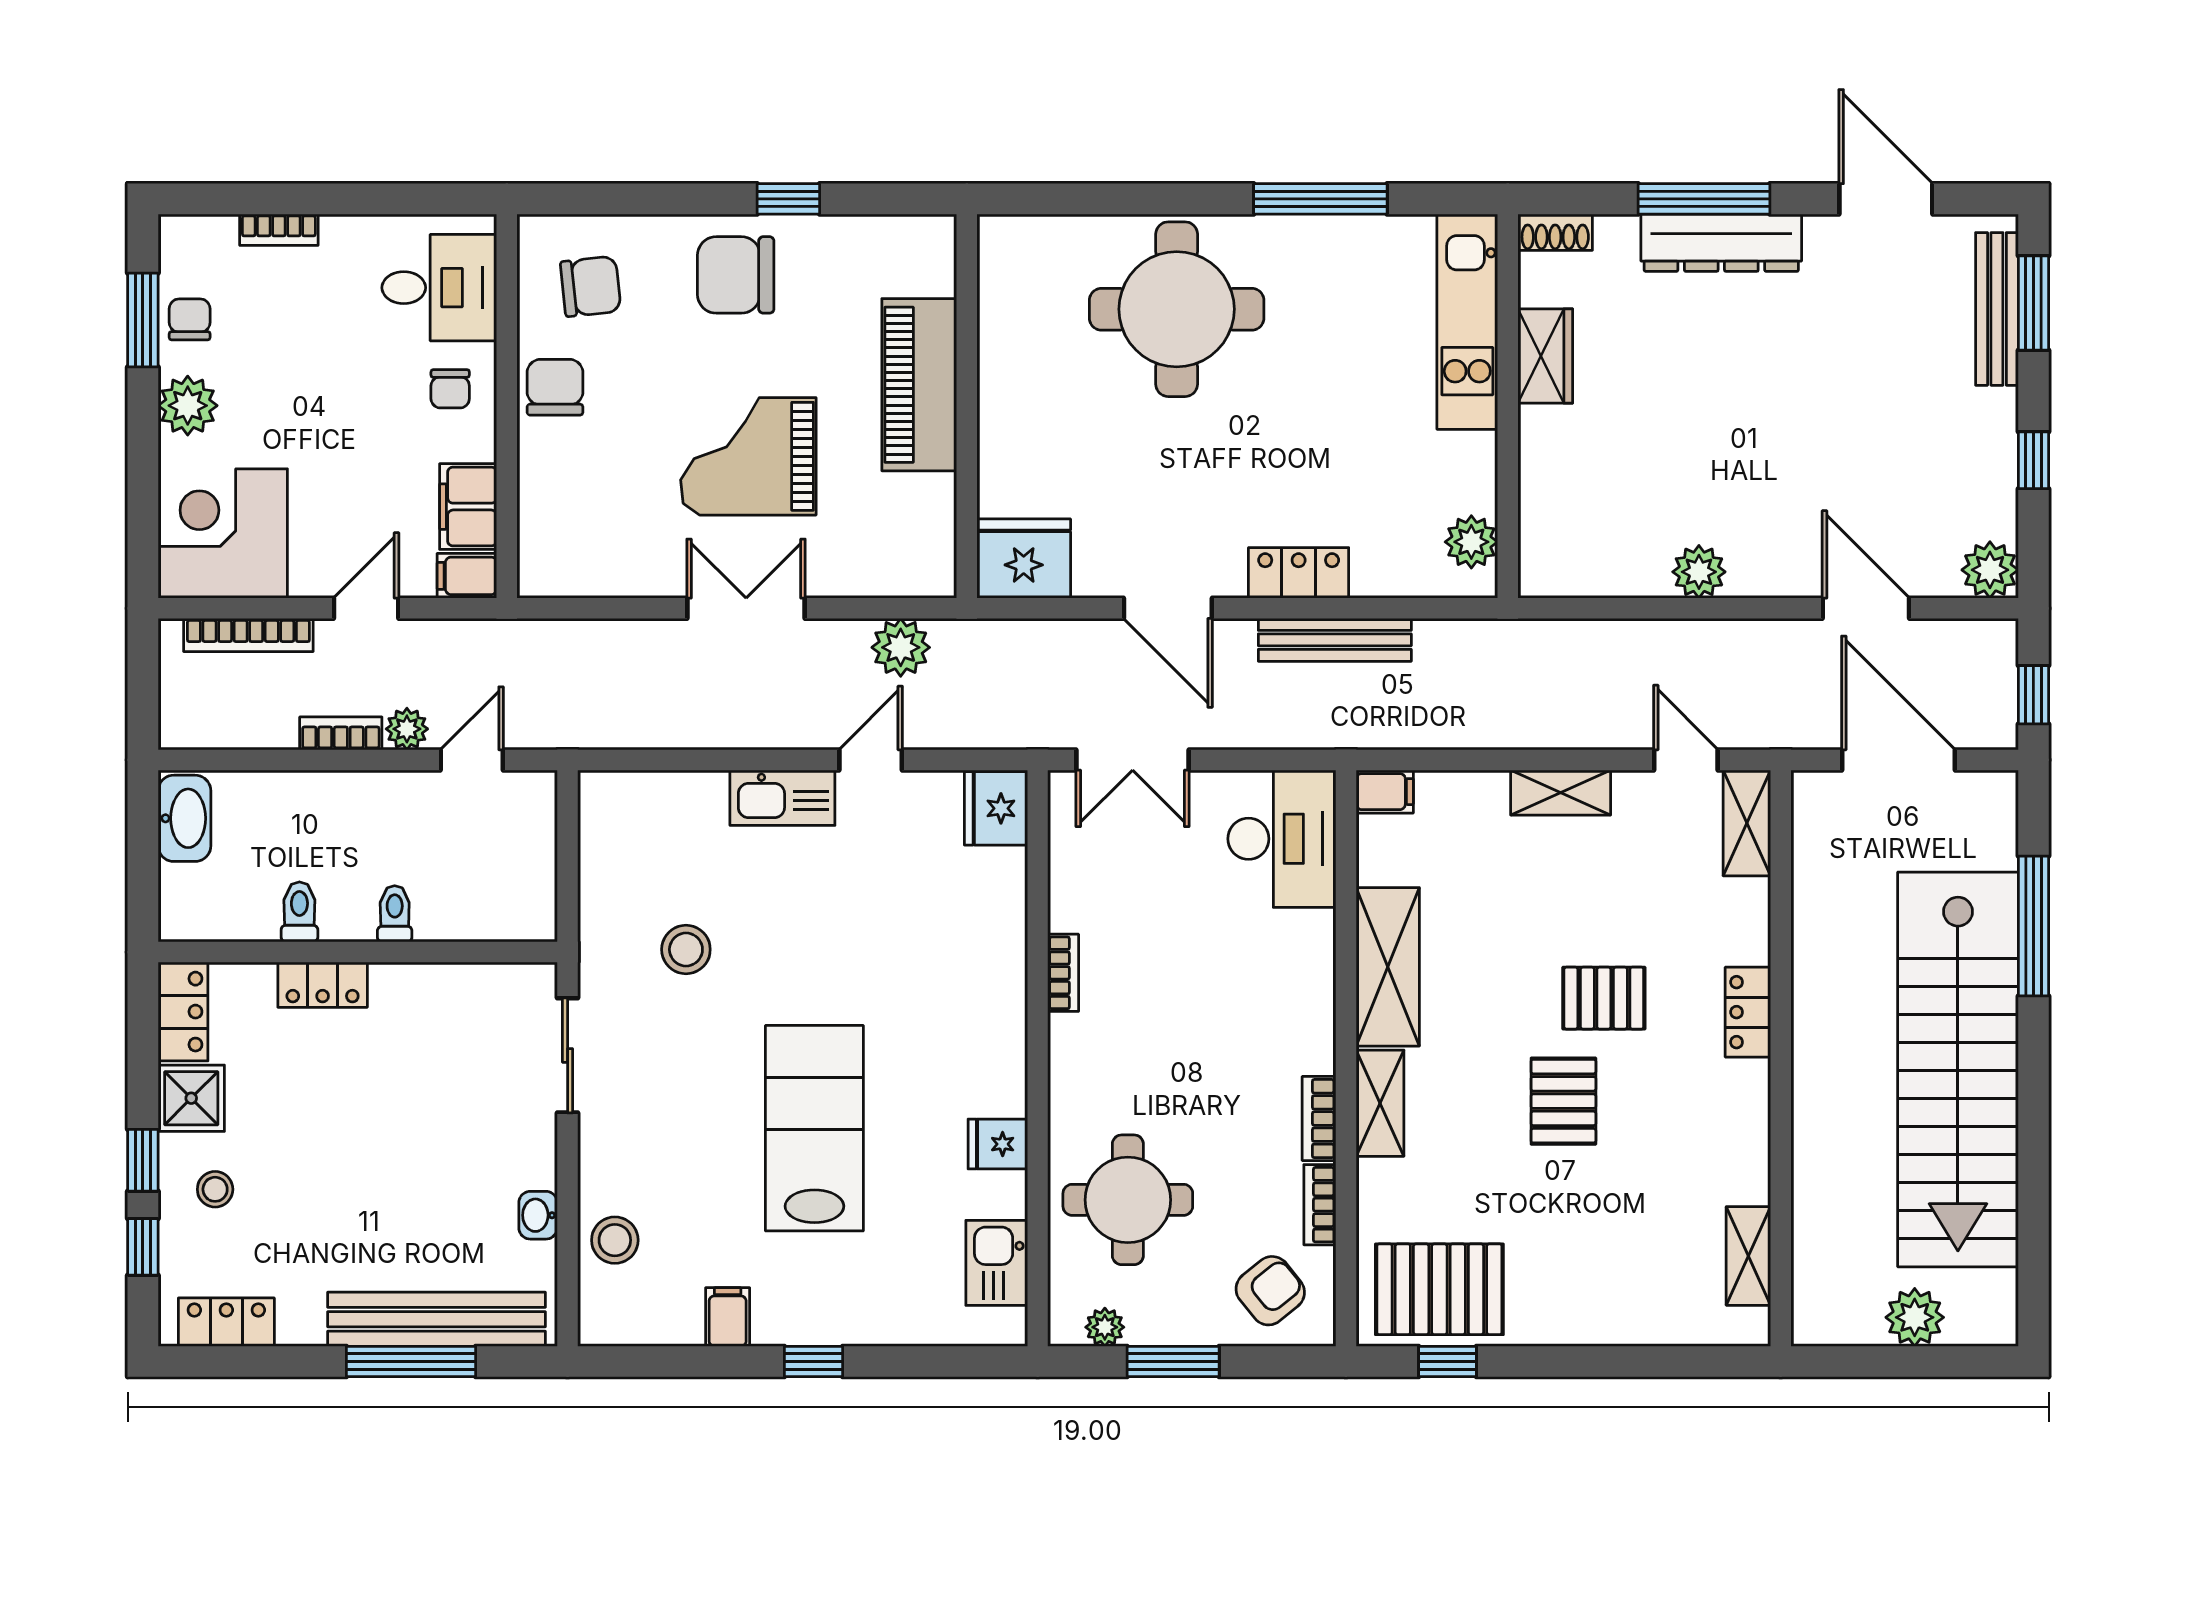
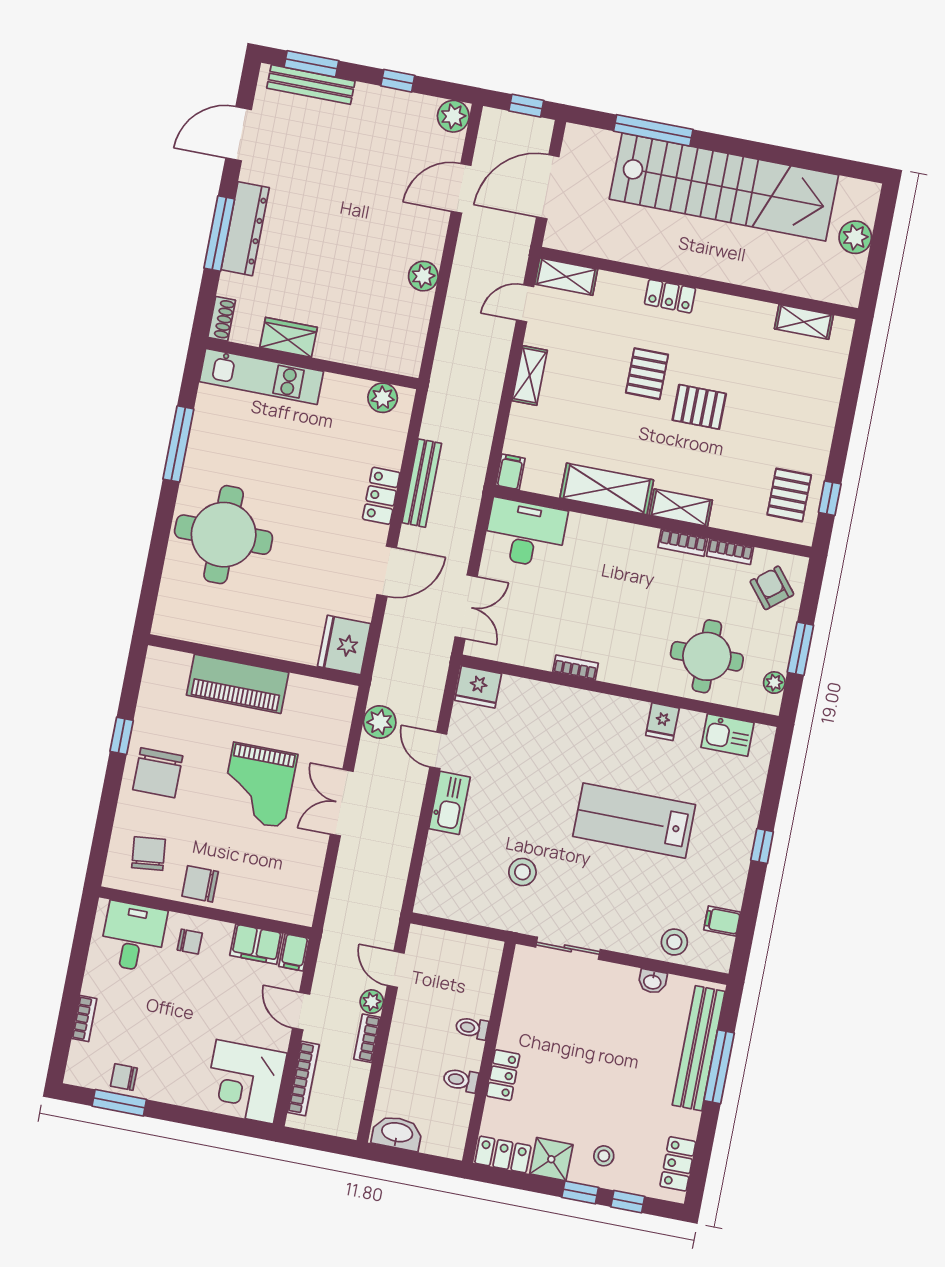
plant: (188, 406) -> (171, 1087), removed
pallet: (1439, 1289) -> (789, 495), width x0.67, depth x0.71
filing cabinet: (728, 1317) -> (722, 921), moved

